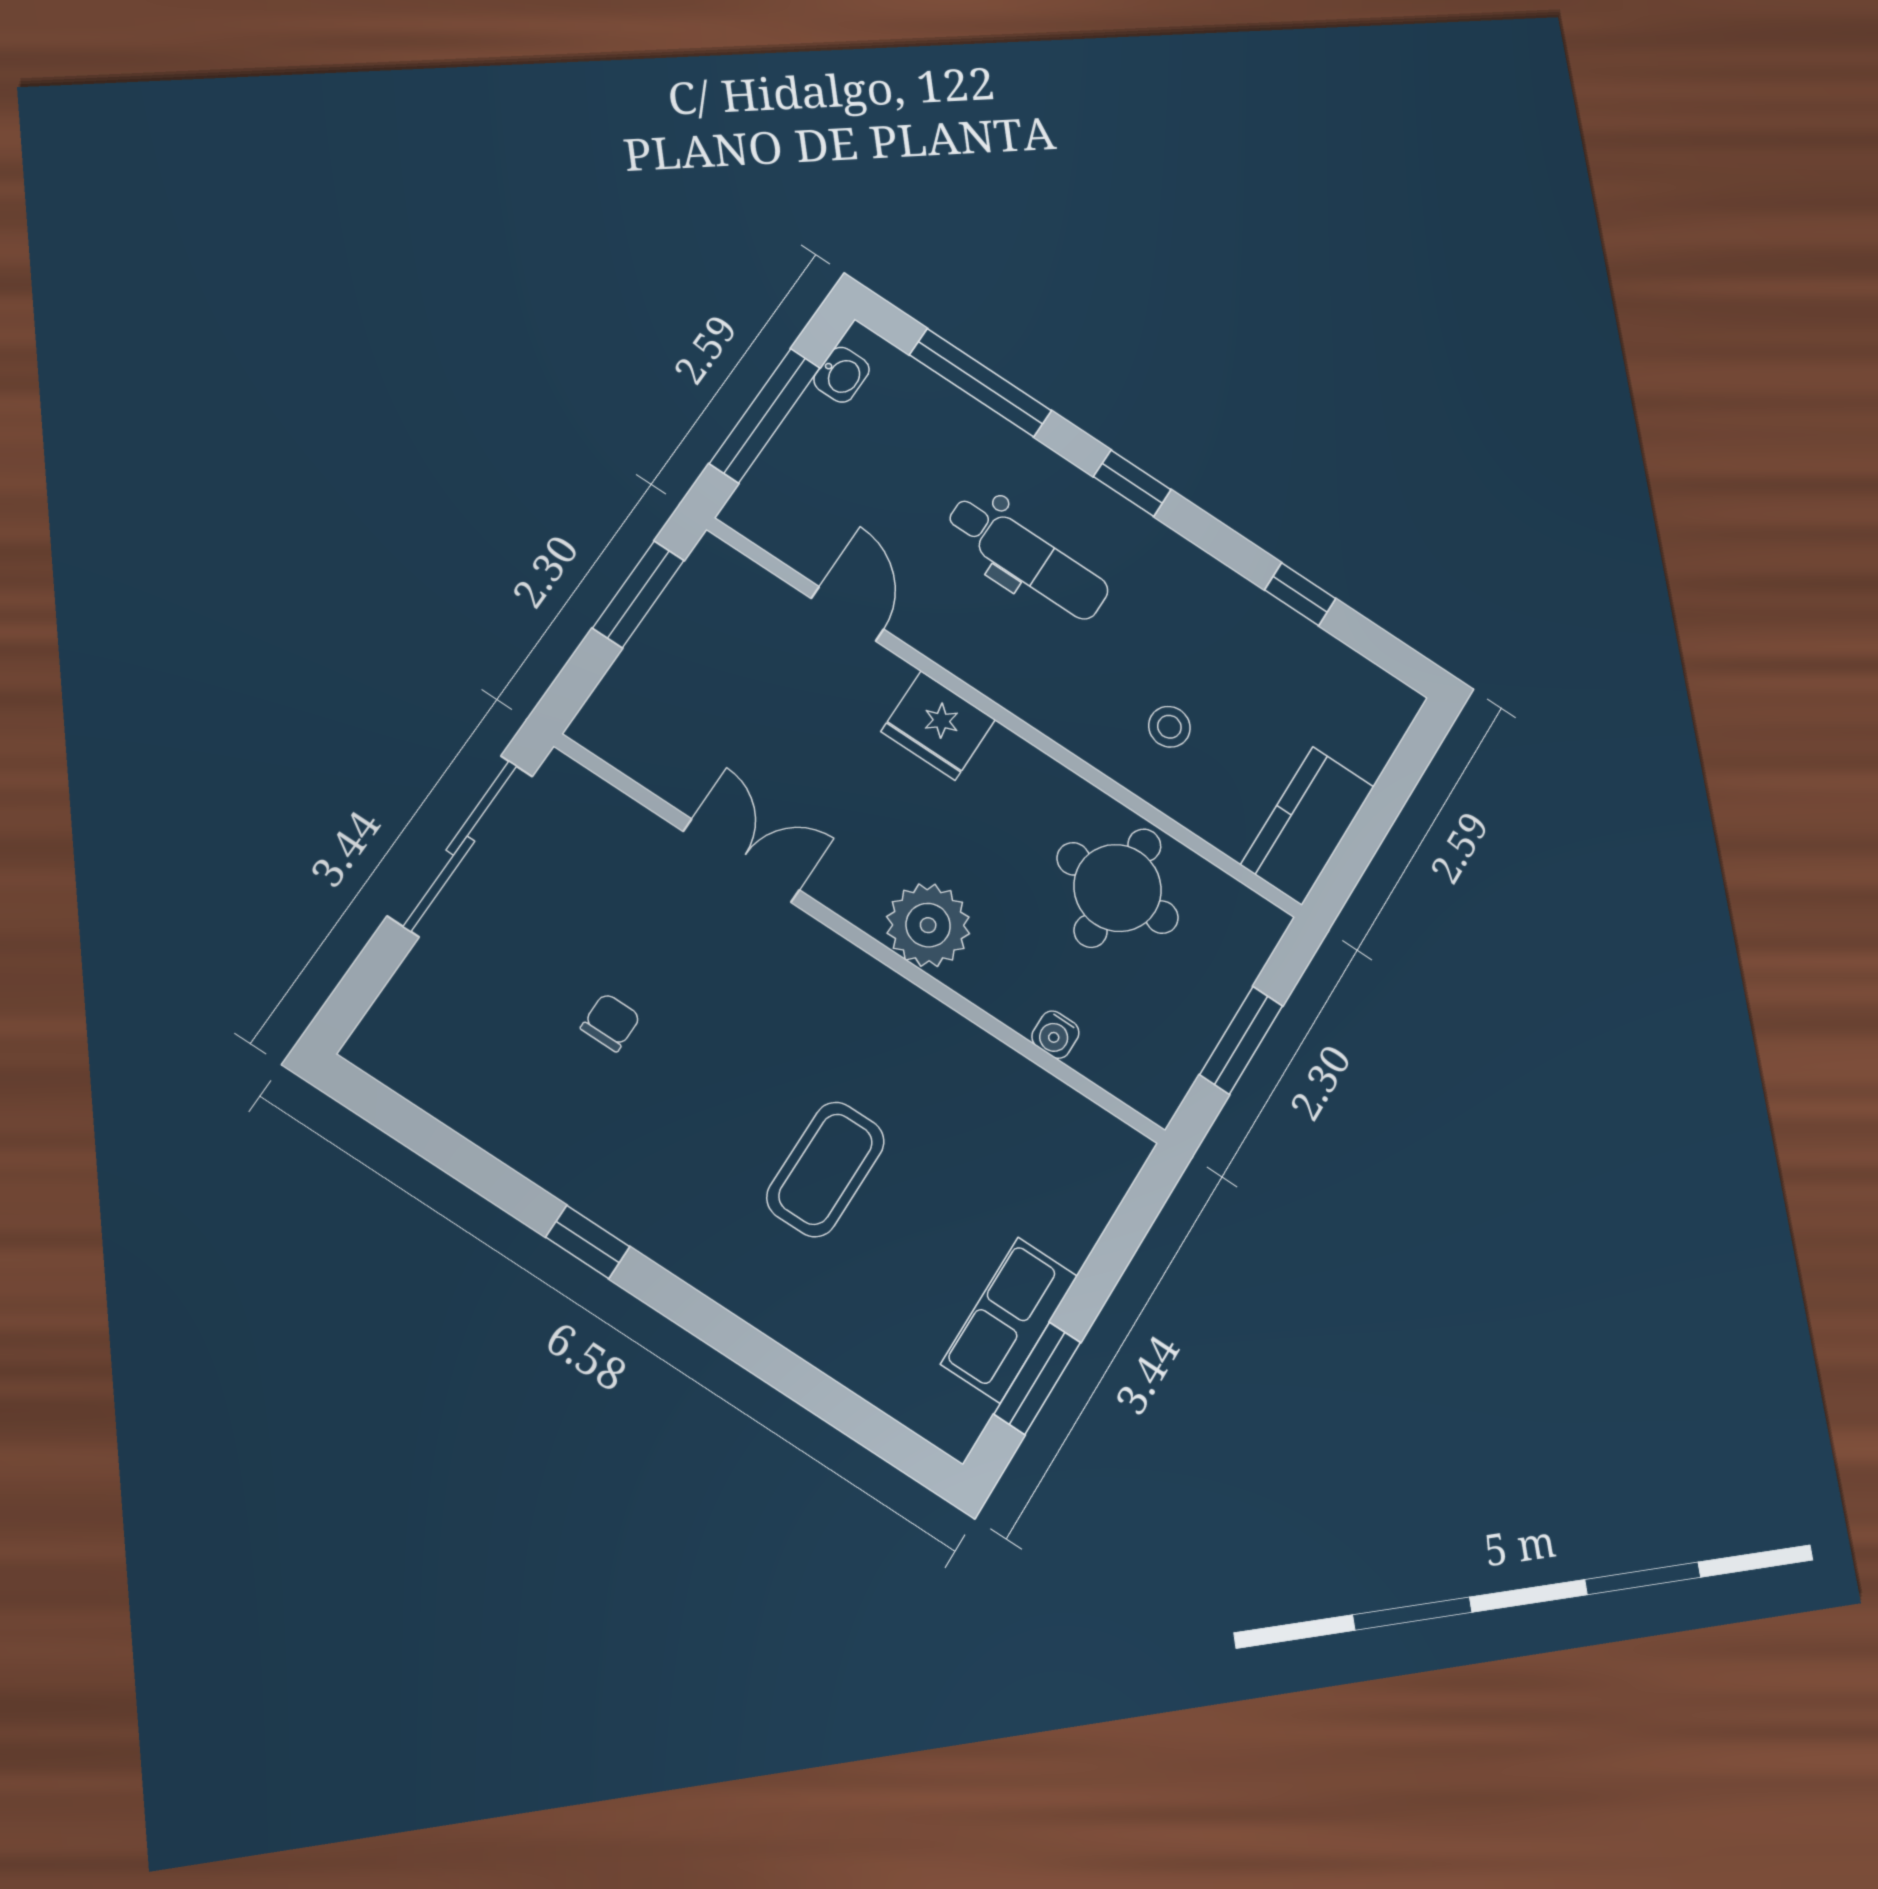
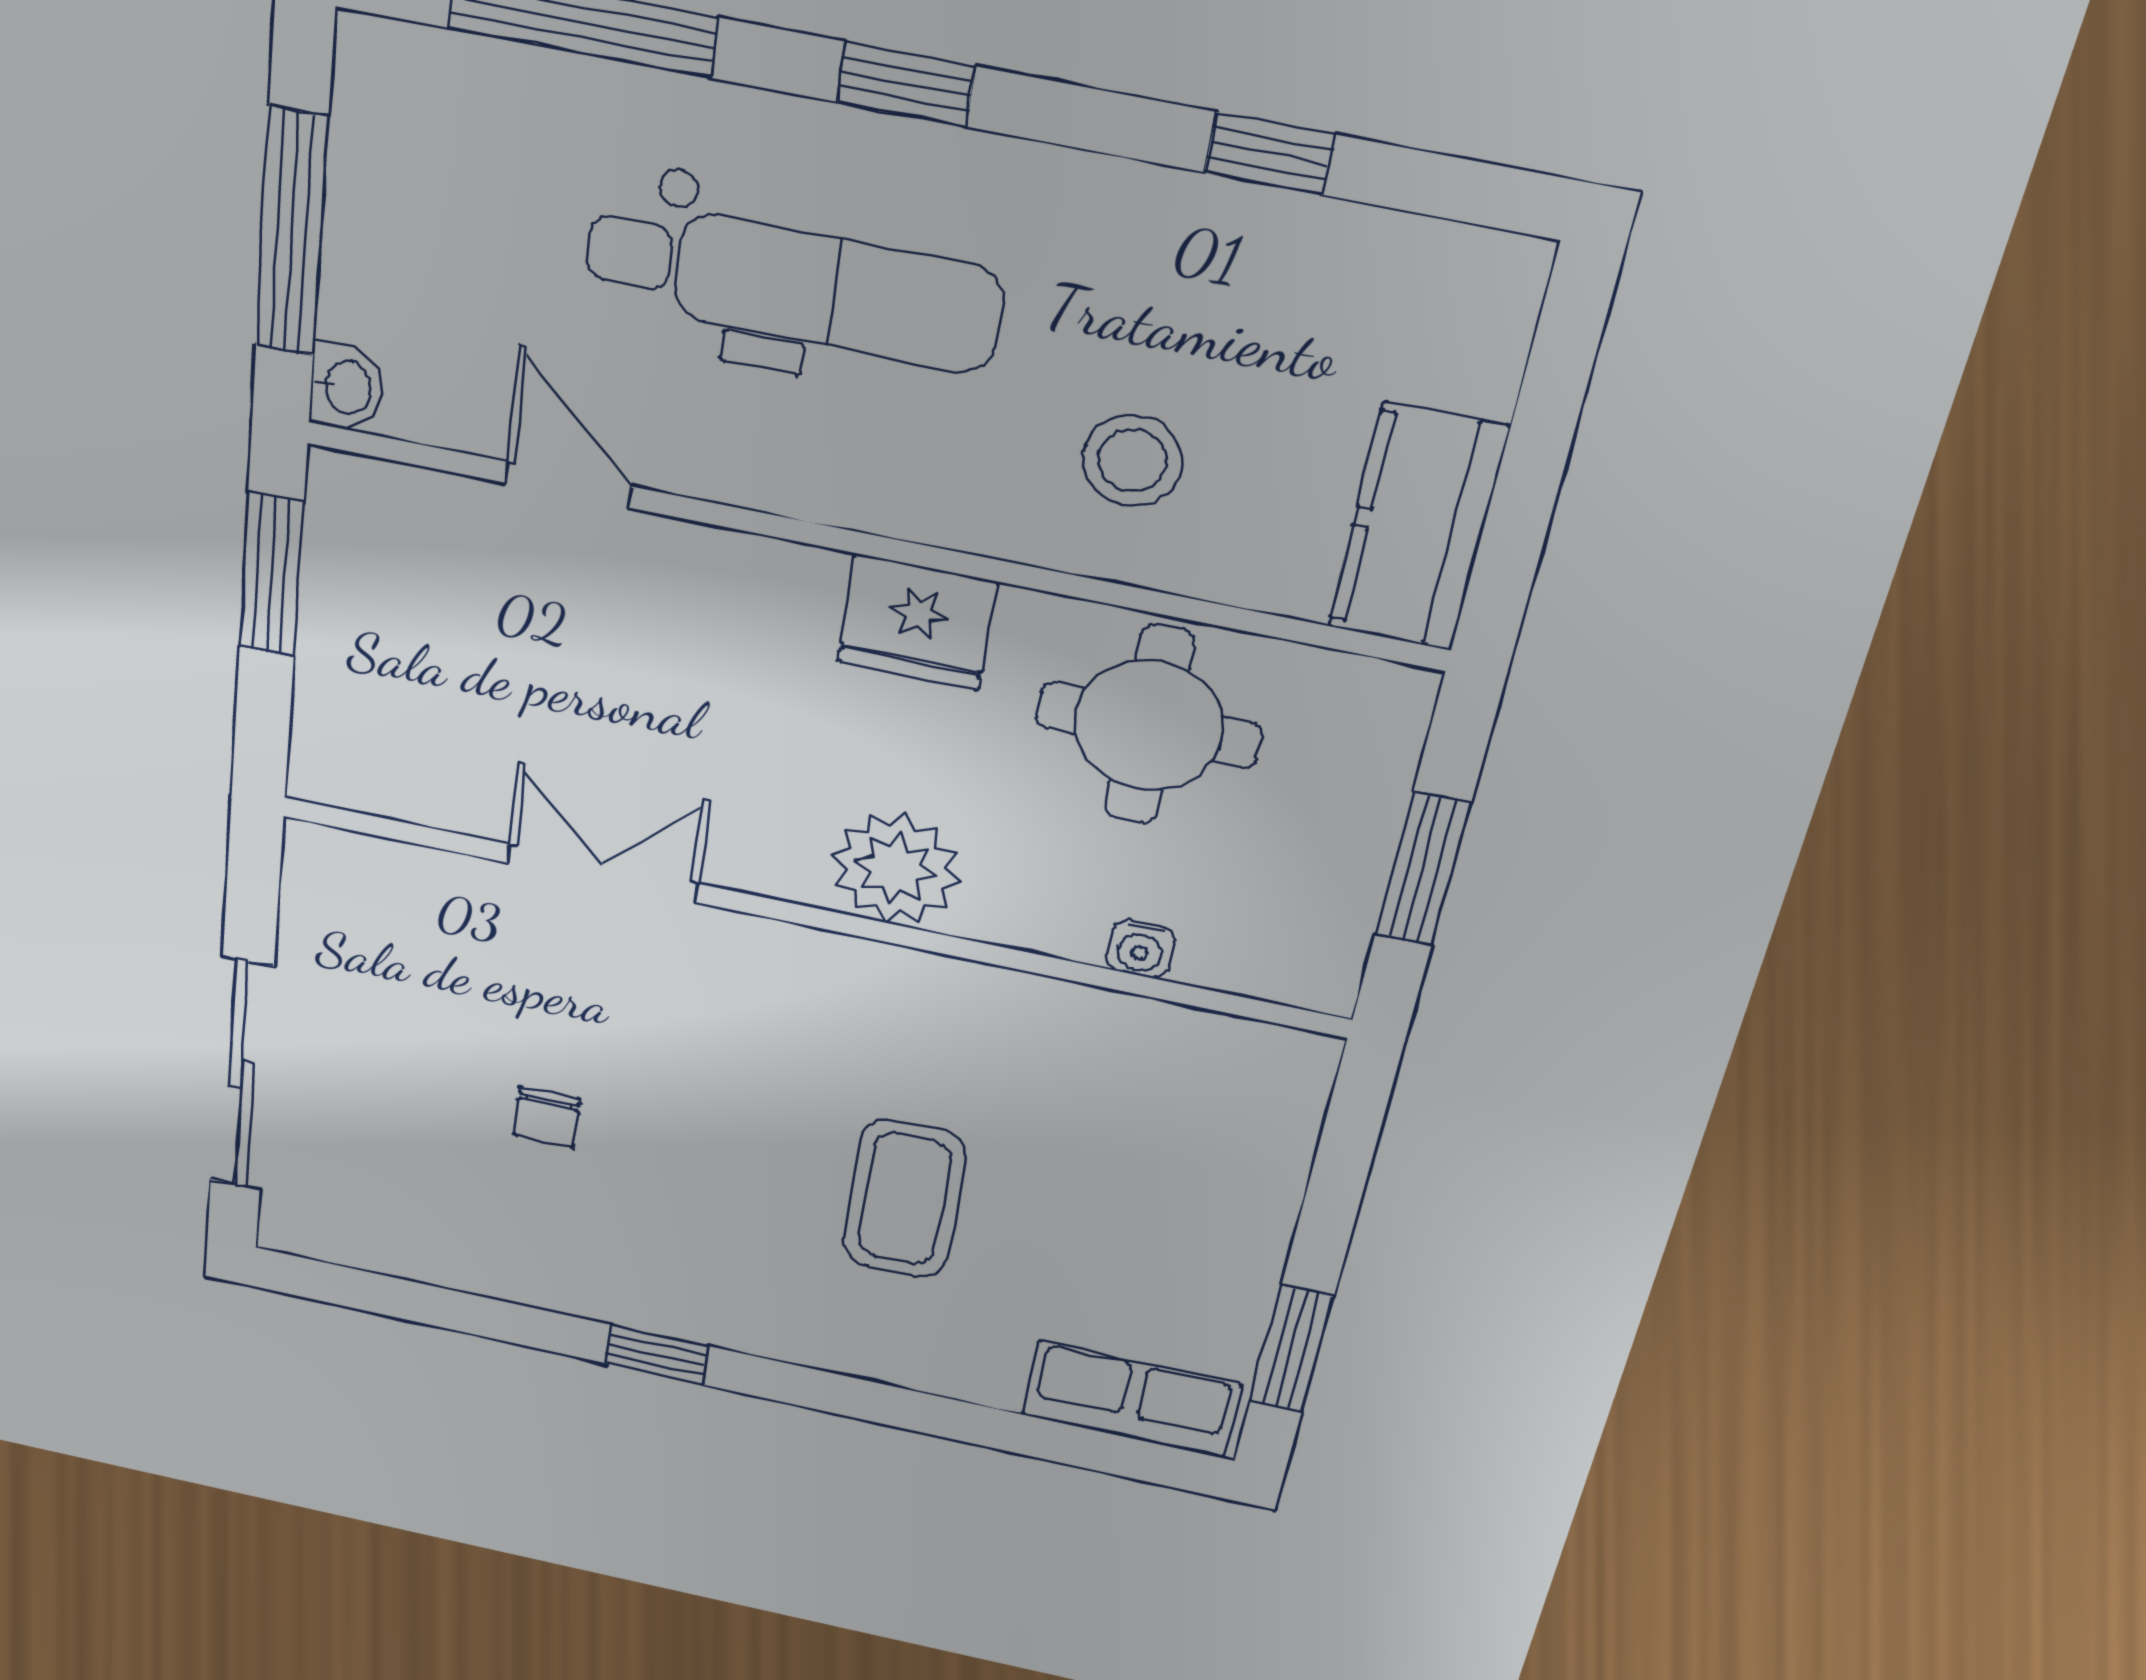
washbasin: (842, 375) -> (346, 387), moved
dental chair: (1028, 557) -> (793, 284), width x1.36, depth x1.38
fridge: (938, 725) -> (917, 622), moved
stool: (1169, 727) -> (1132, 461), width x1.37, depth x1.37
sliding door: (460, 846) -> (242, 1075), moved
chair: (611, 1022) -> (547, 1117), turned 180
row of seats: (1009, 1320) -> (1132, 1400), moved, turned 90

